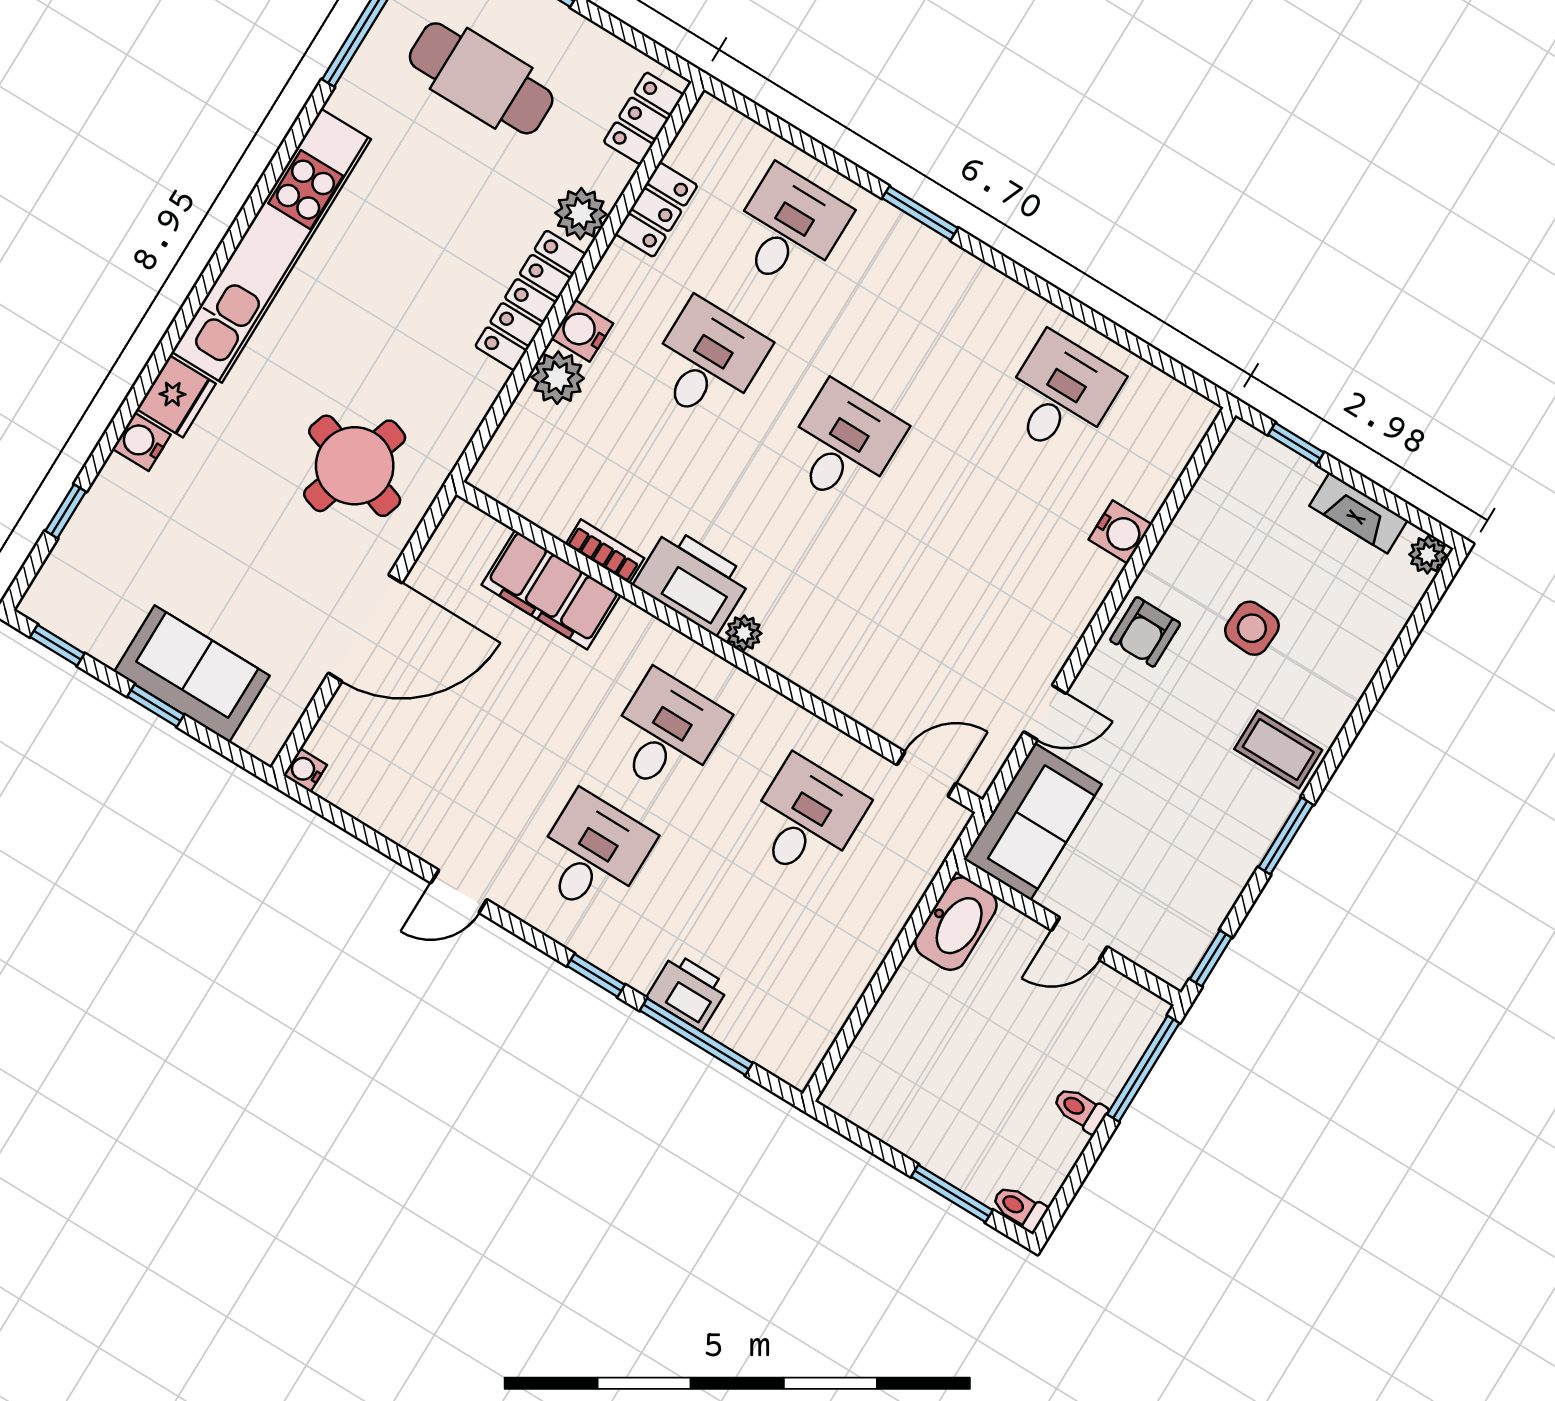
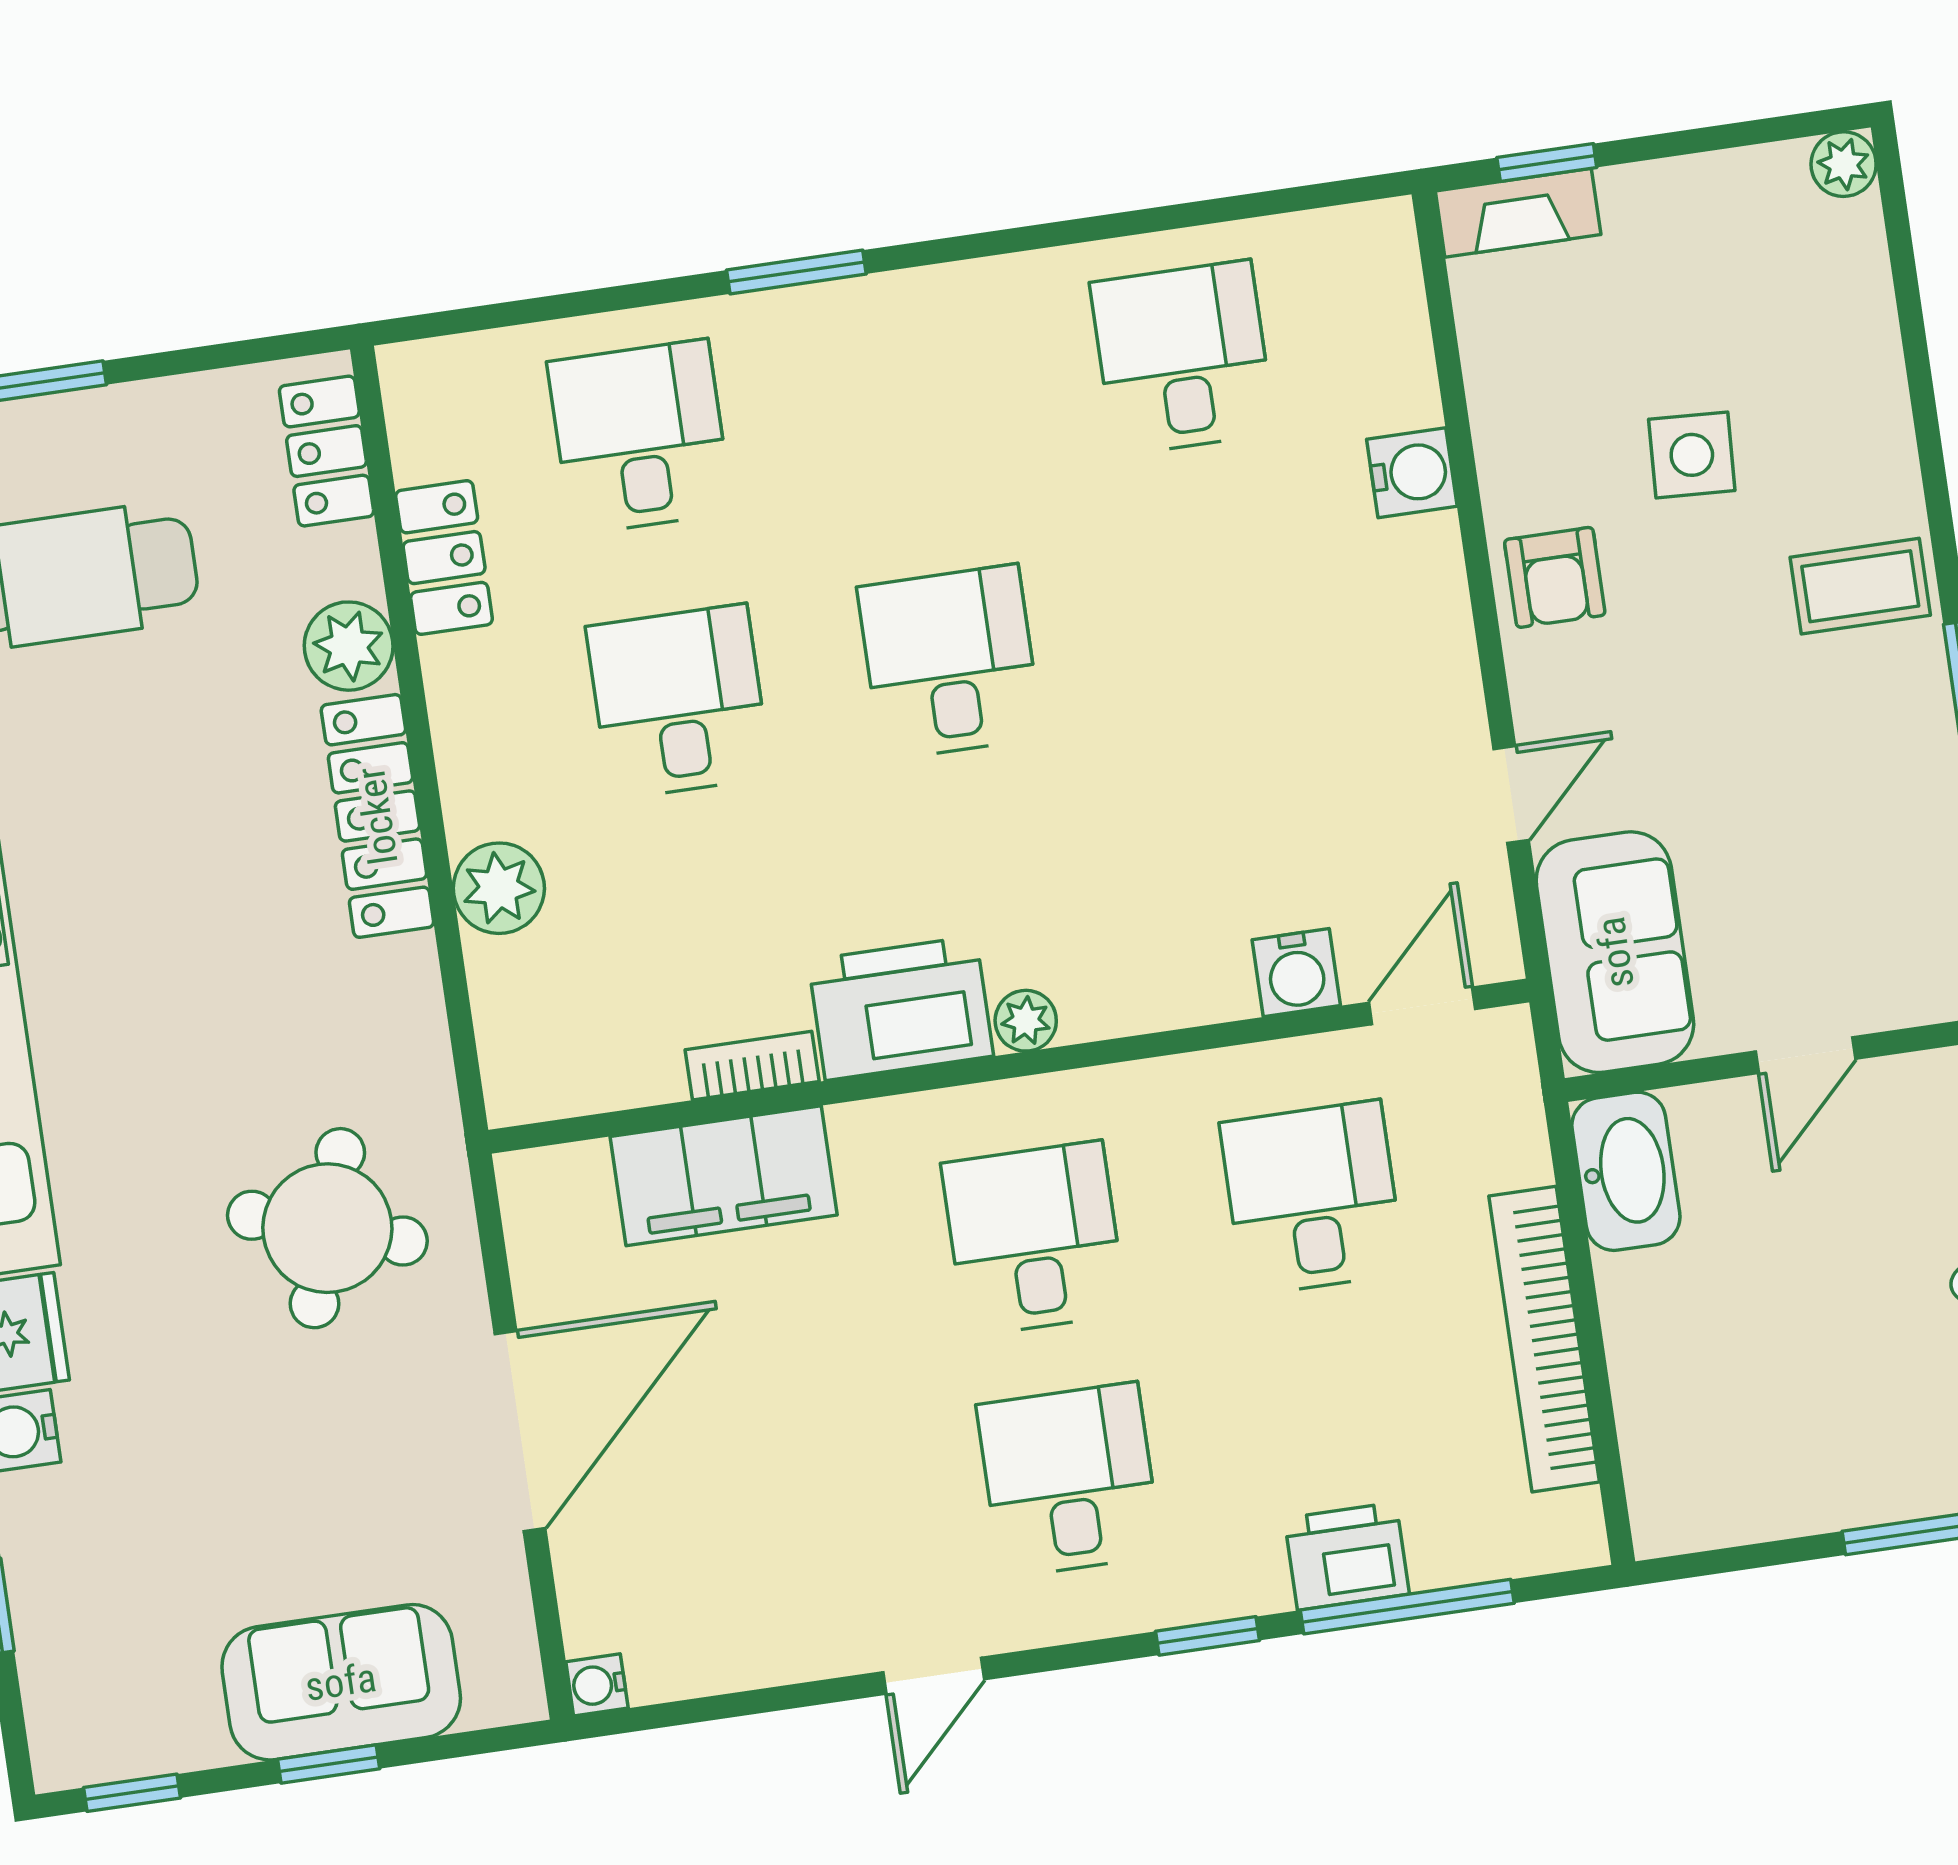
water cooler: (582, 331) -> (1296, 973), moved, turned -90
fireplace: (1358, 513) -> (1518, 213), moved
bookcase: (857, 968) -> (1544, 1339), added

